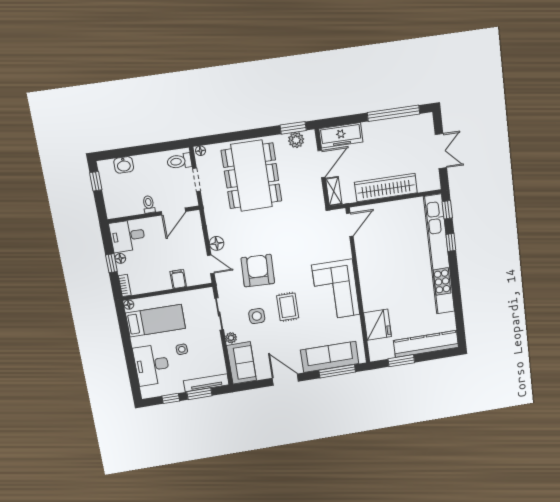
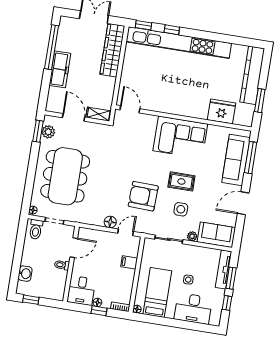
freezer: (341, 135) -> (60, 69), moved
dining table: (252, 176) -> (65, 176), turned 90
wardrobe: (386, 188) -> (112, 50), moved
door: (173, 211) -> (74, 248), hinge flipped

